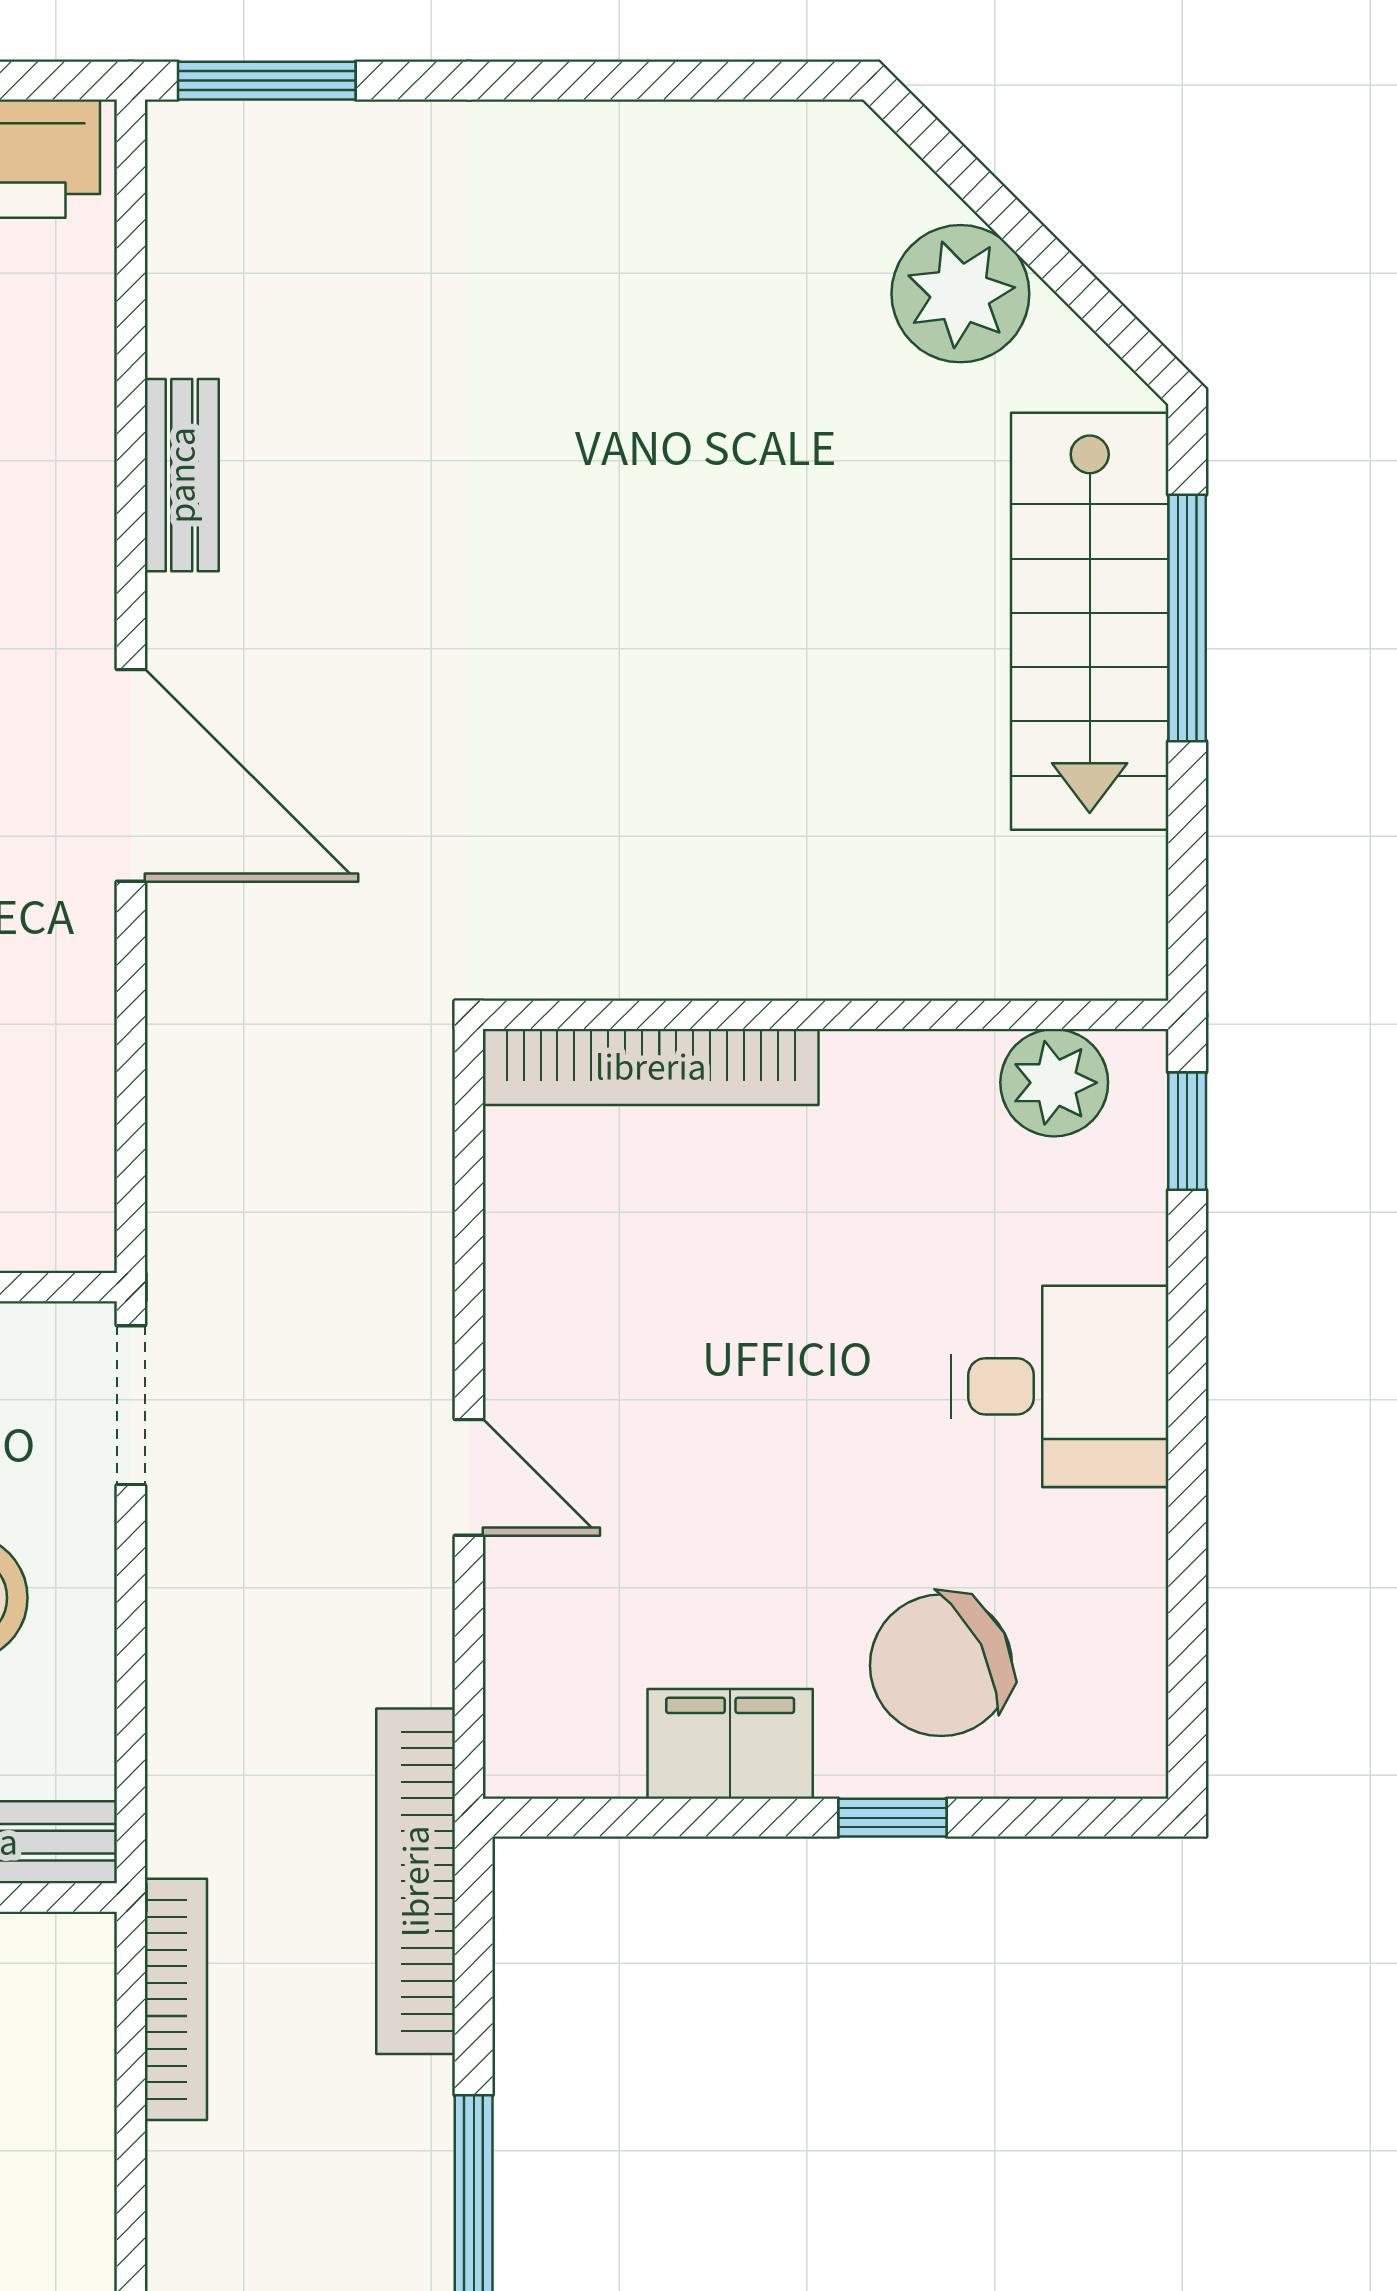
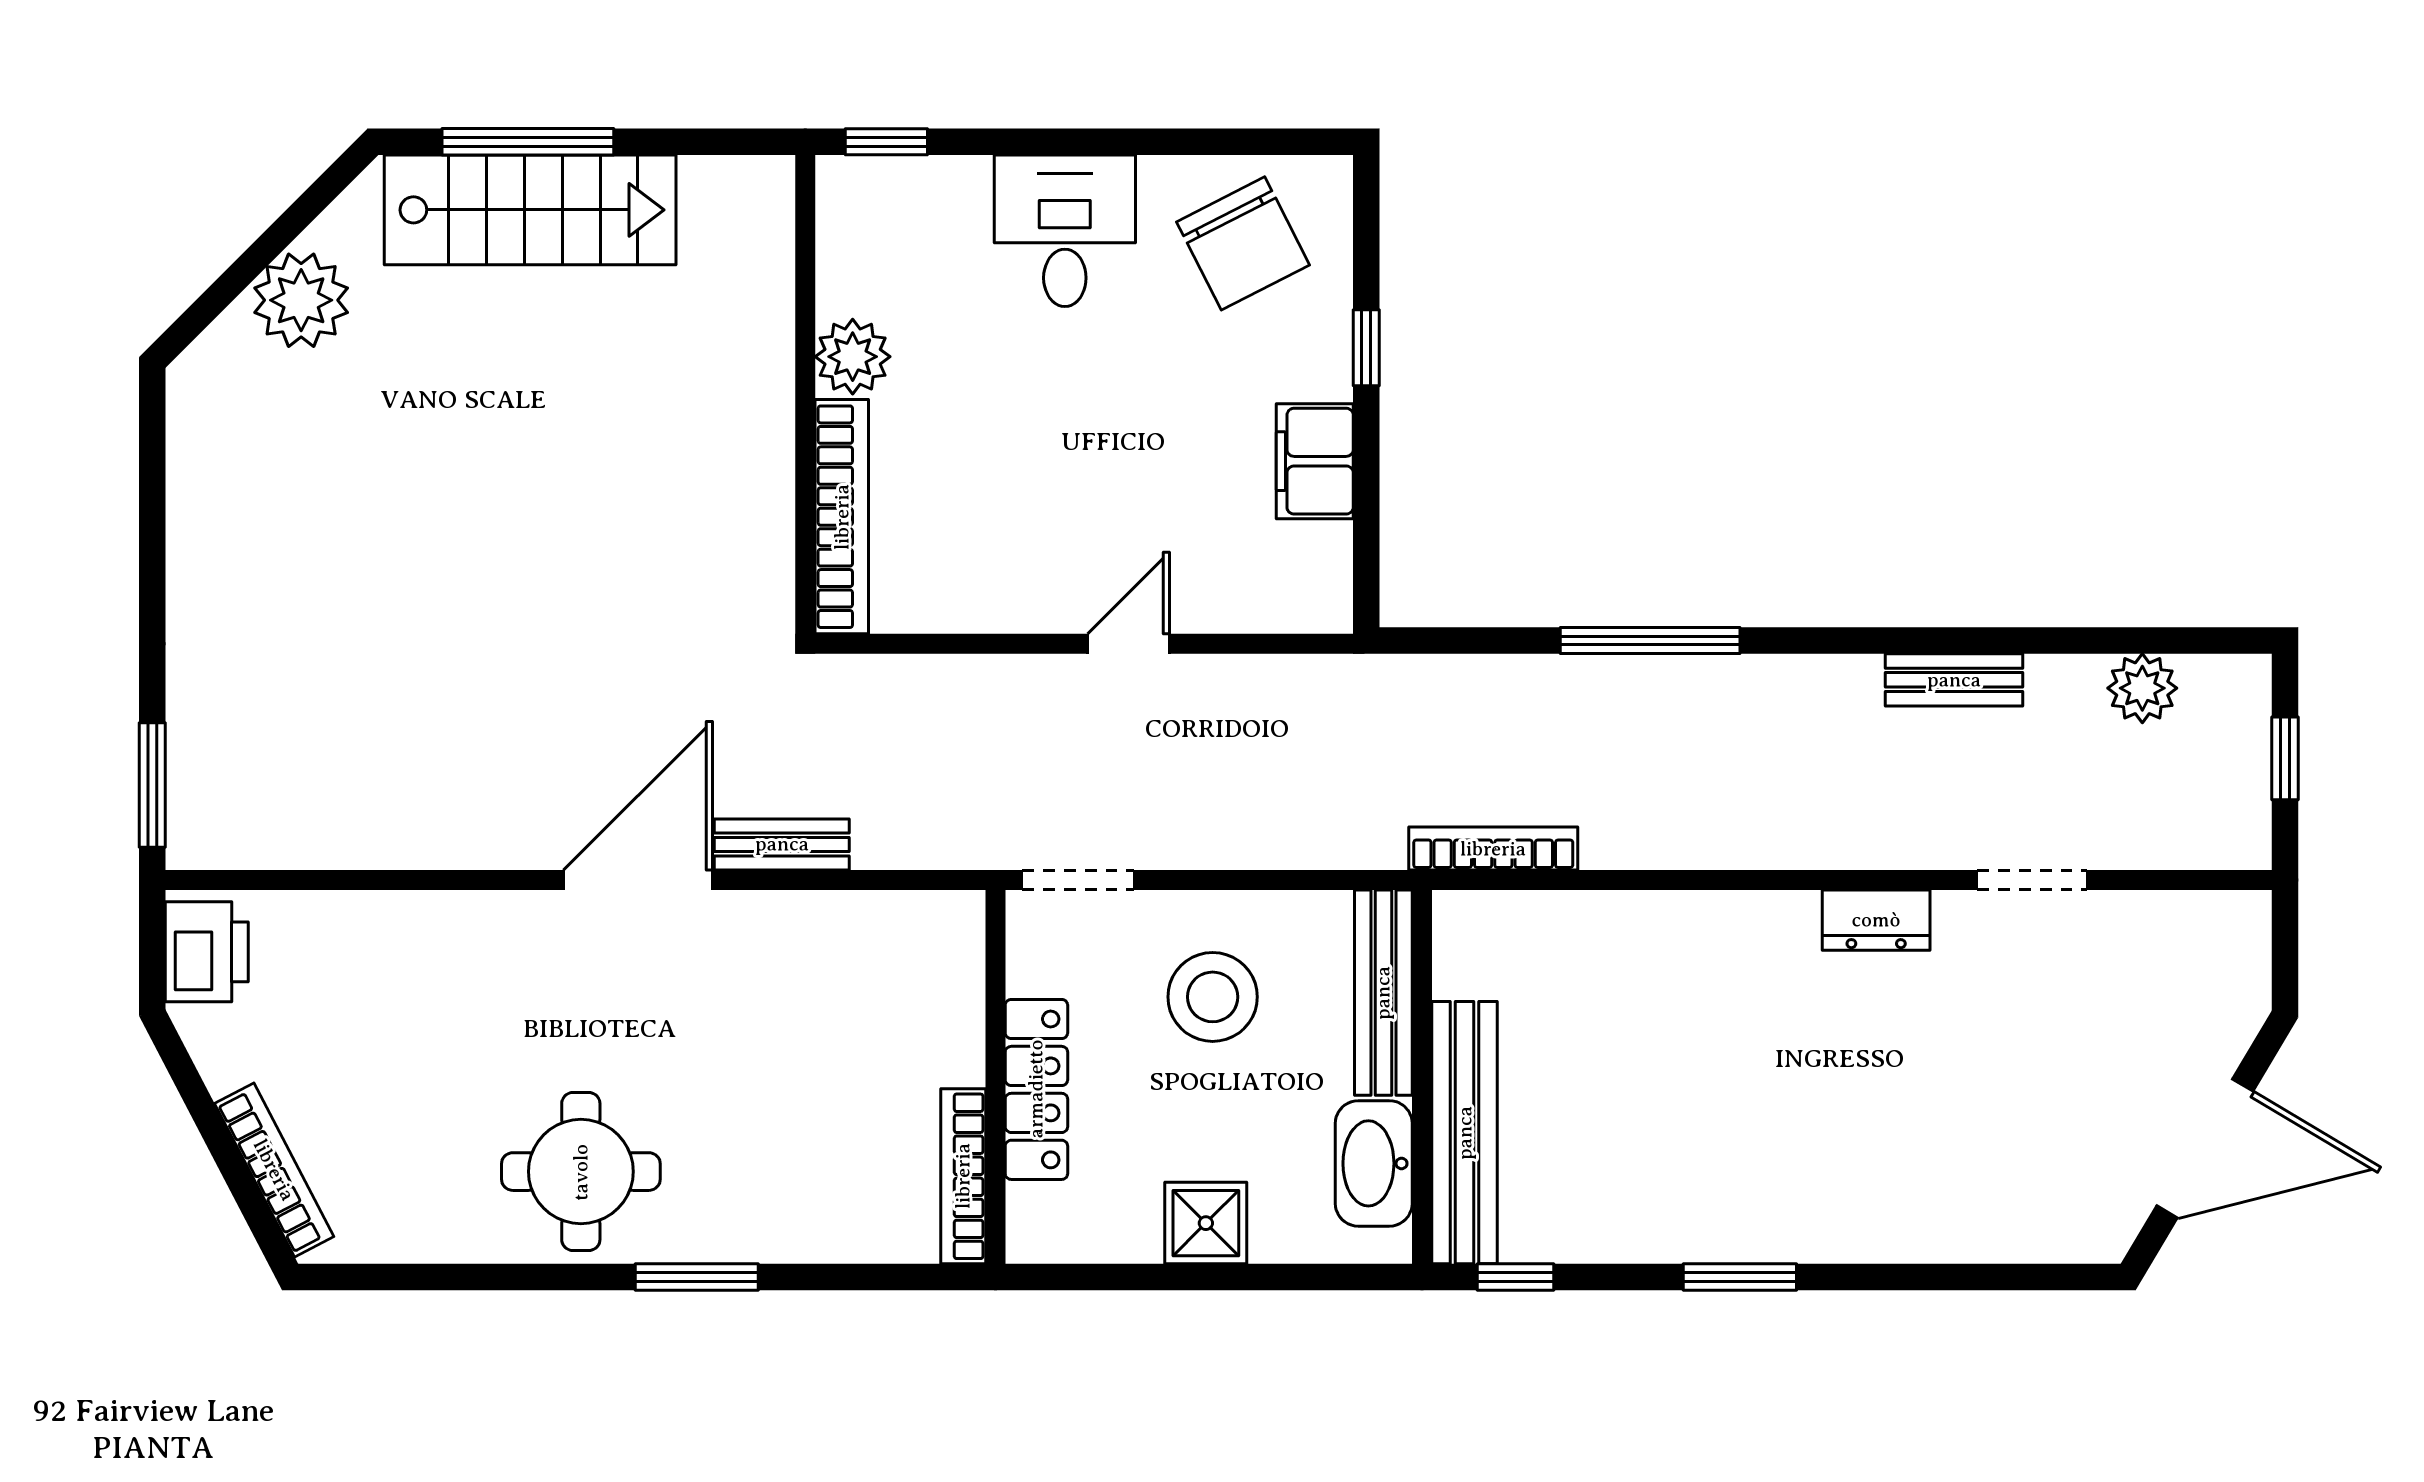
bench: (182, 475) -> (782, 844), moved
plant: (1054, 1083) -> (853, 357), moved
chair: (941, 1665) -> (1243, 243), moved
bookcase: (416, 1881) -> (1411, 681), removed

